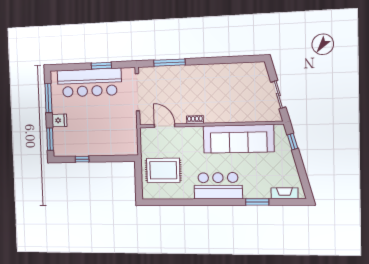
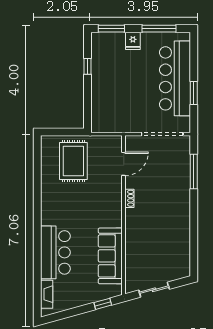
sofa: (239, 139) -> (110, 256), width x0.74, depth x0.79
bar counter: (218, 186) -> (55, 252), moved
window: (257, 202) -> (37, 265), removed

